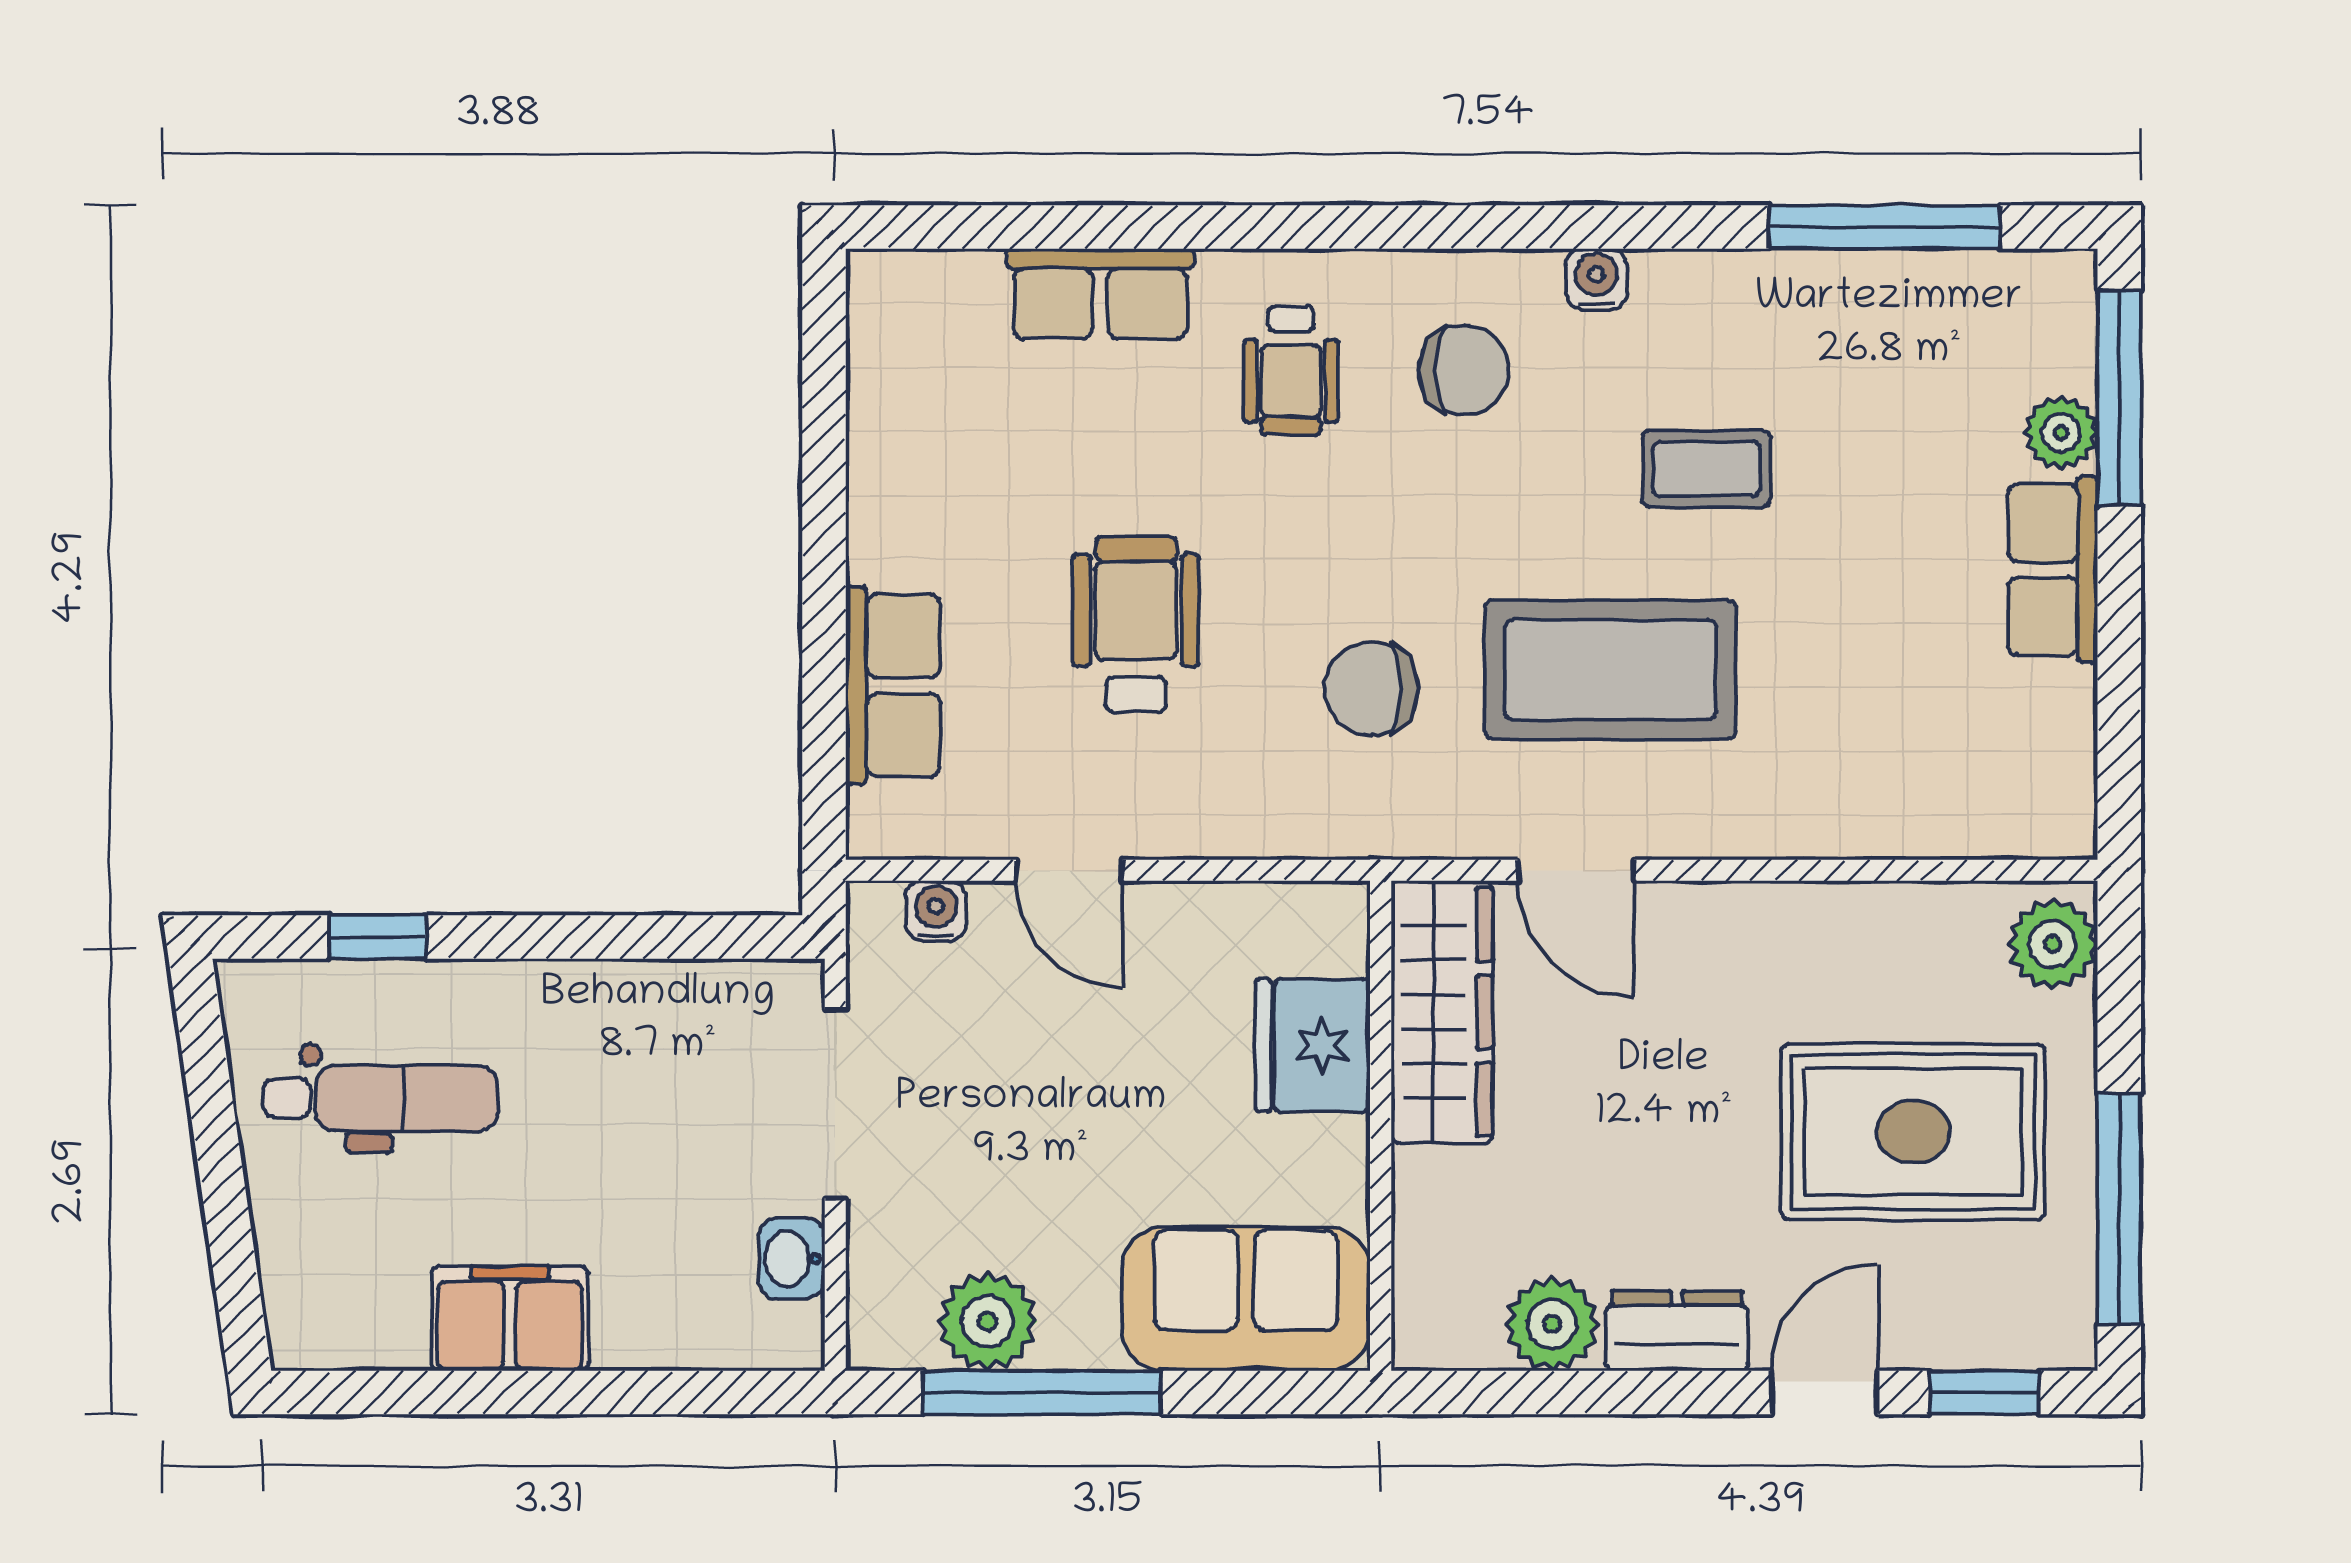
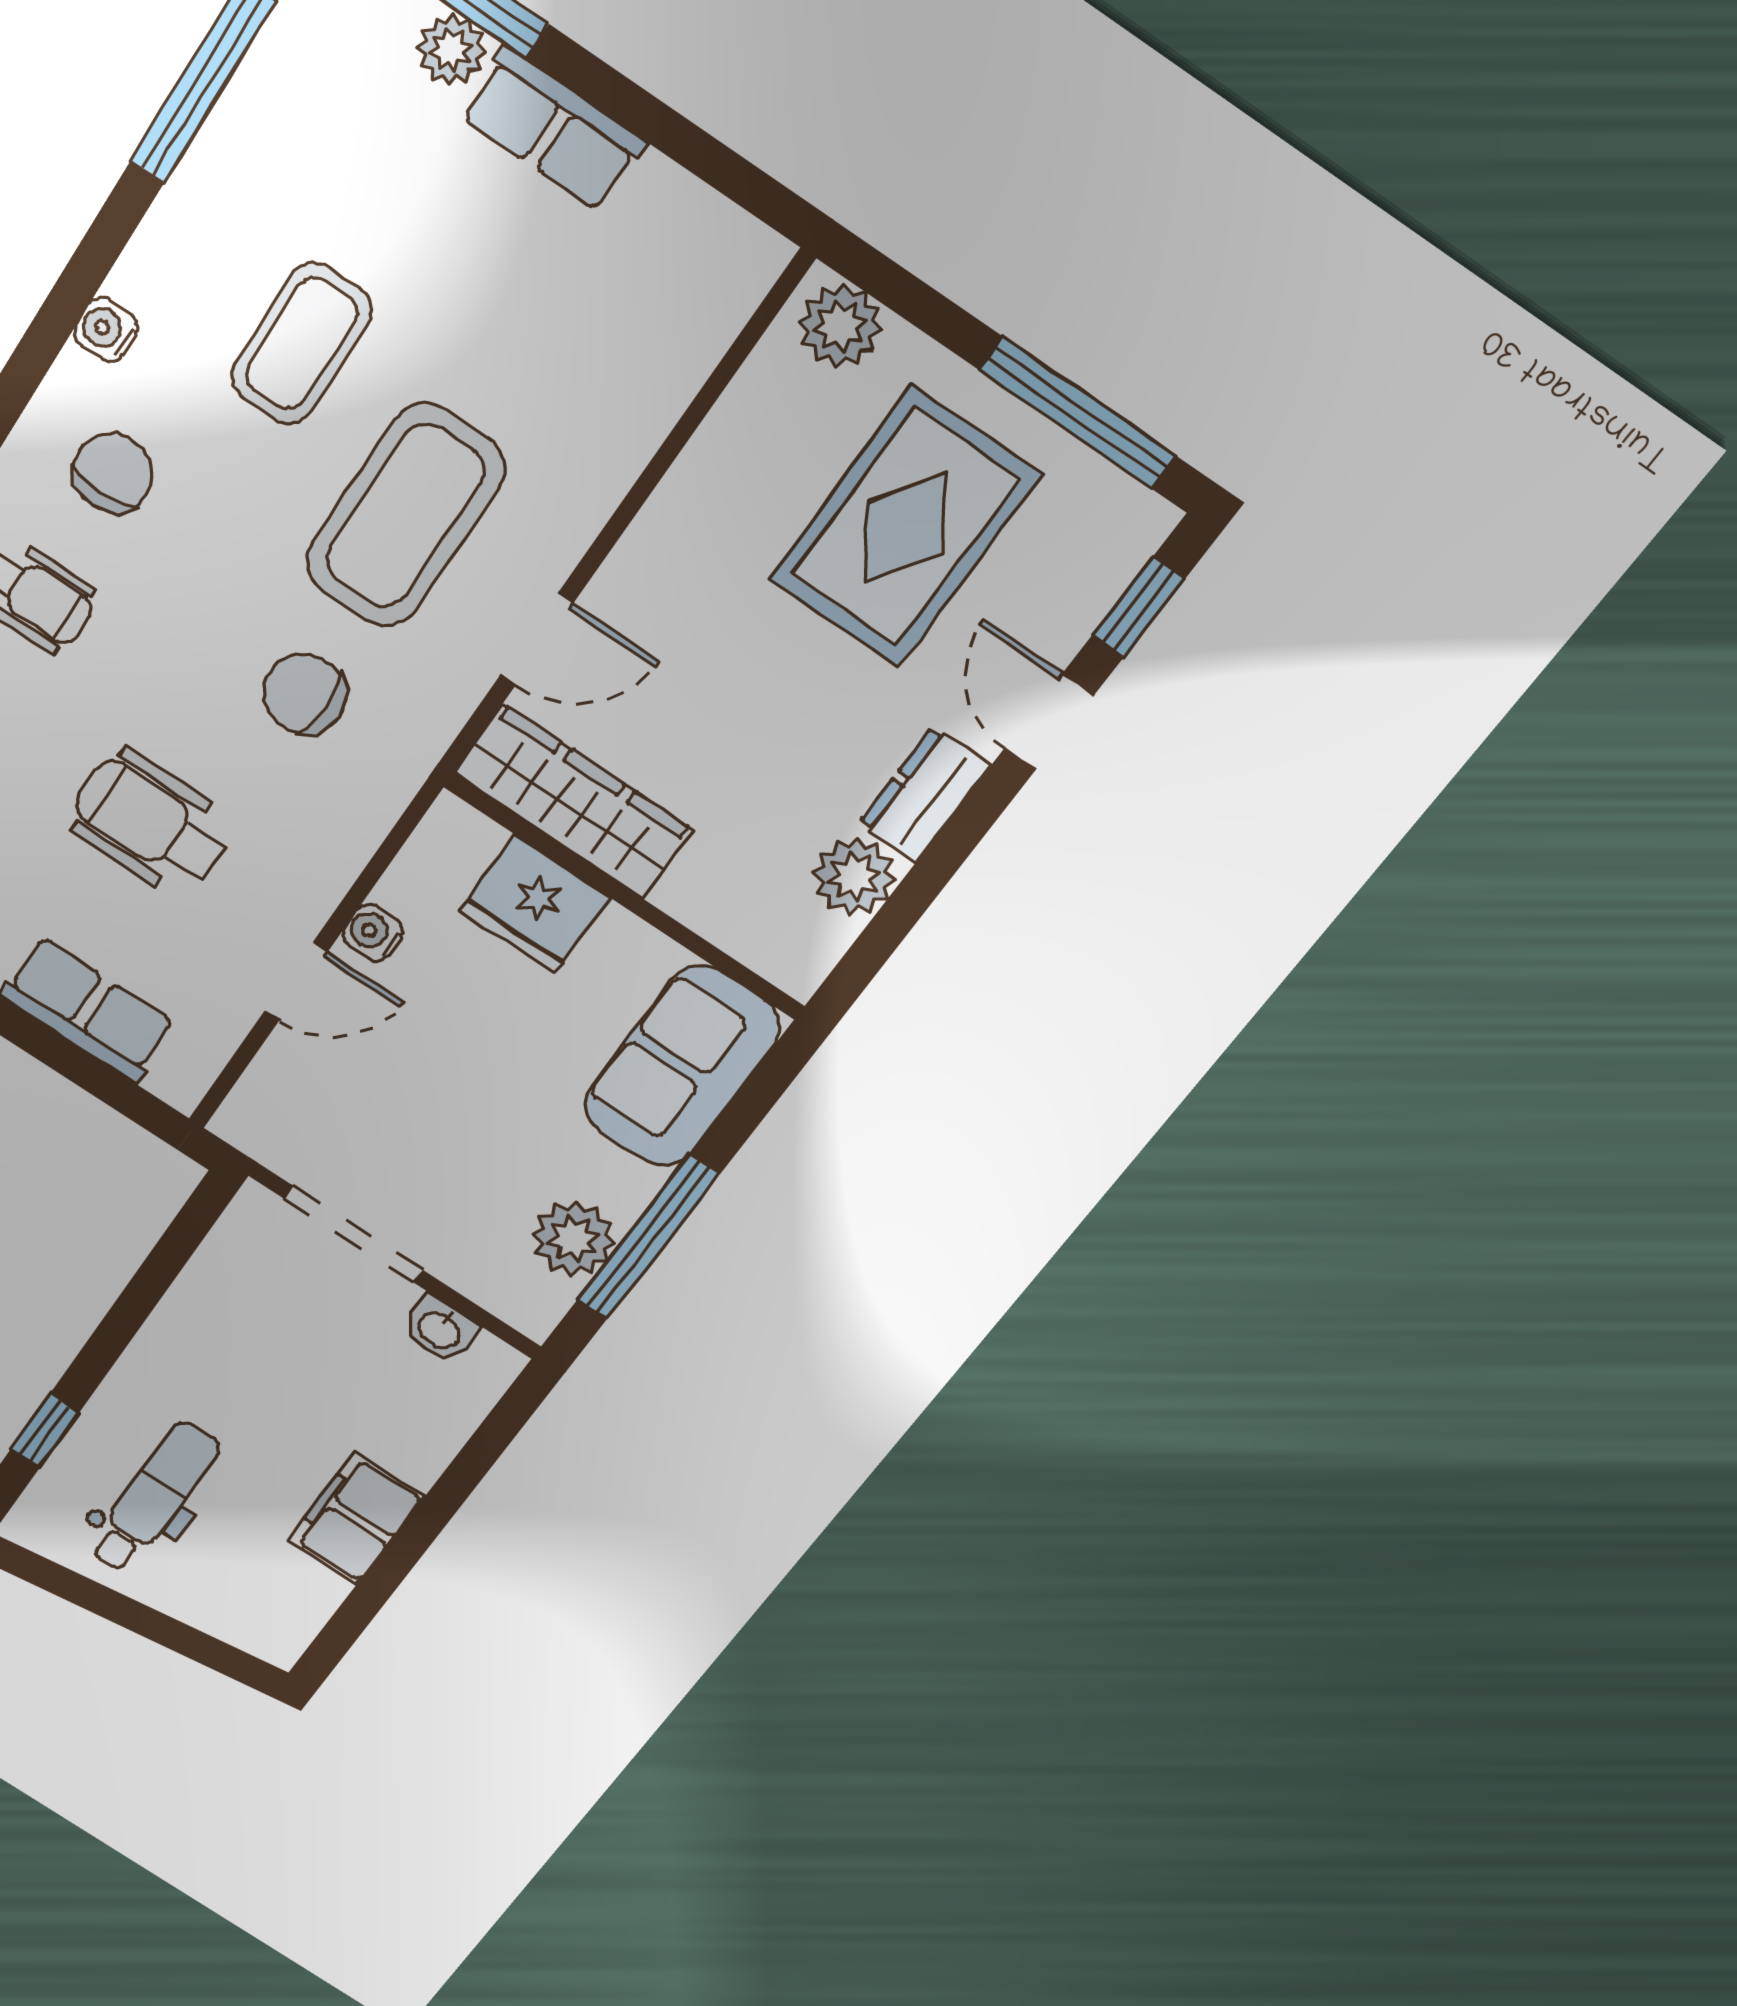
coffee table: (1706, 469) -> (301, 344), width x1.36, depth x1.30
chair: (1371, 688) -> (305, 694), turned 90
water cooler: (936, 911) -> (373, 933), moved

